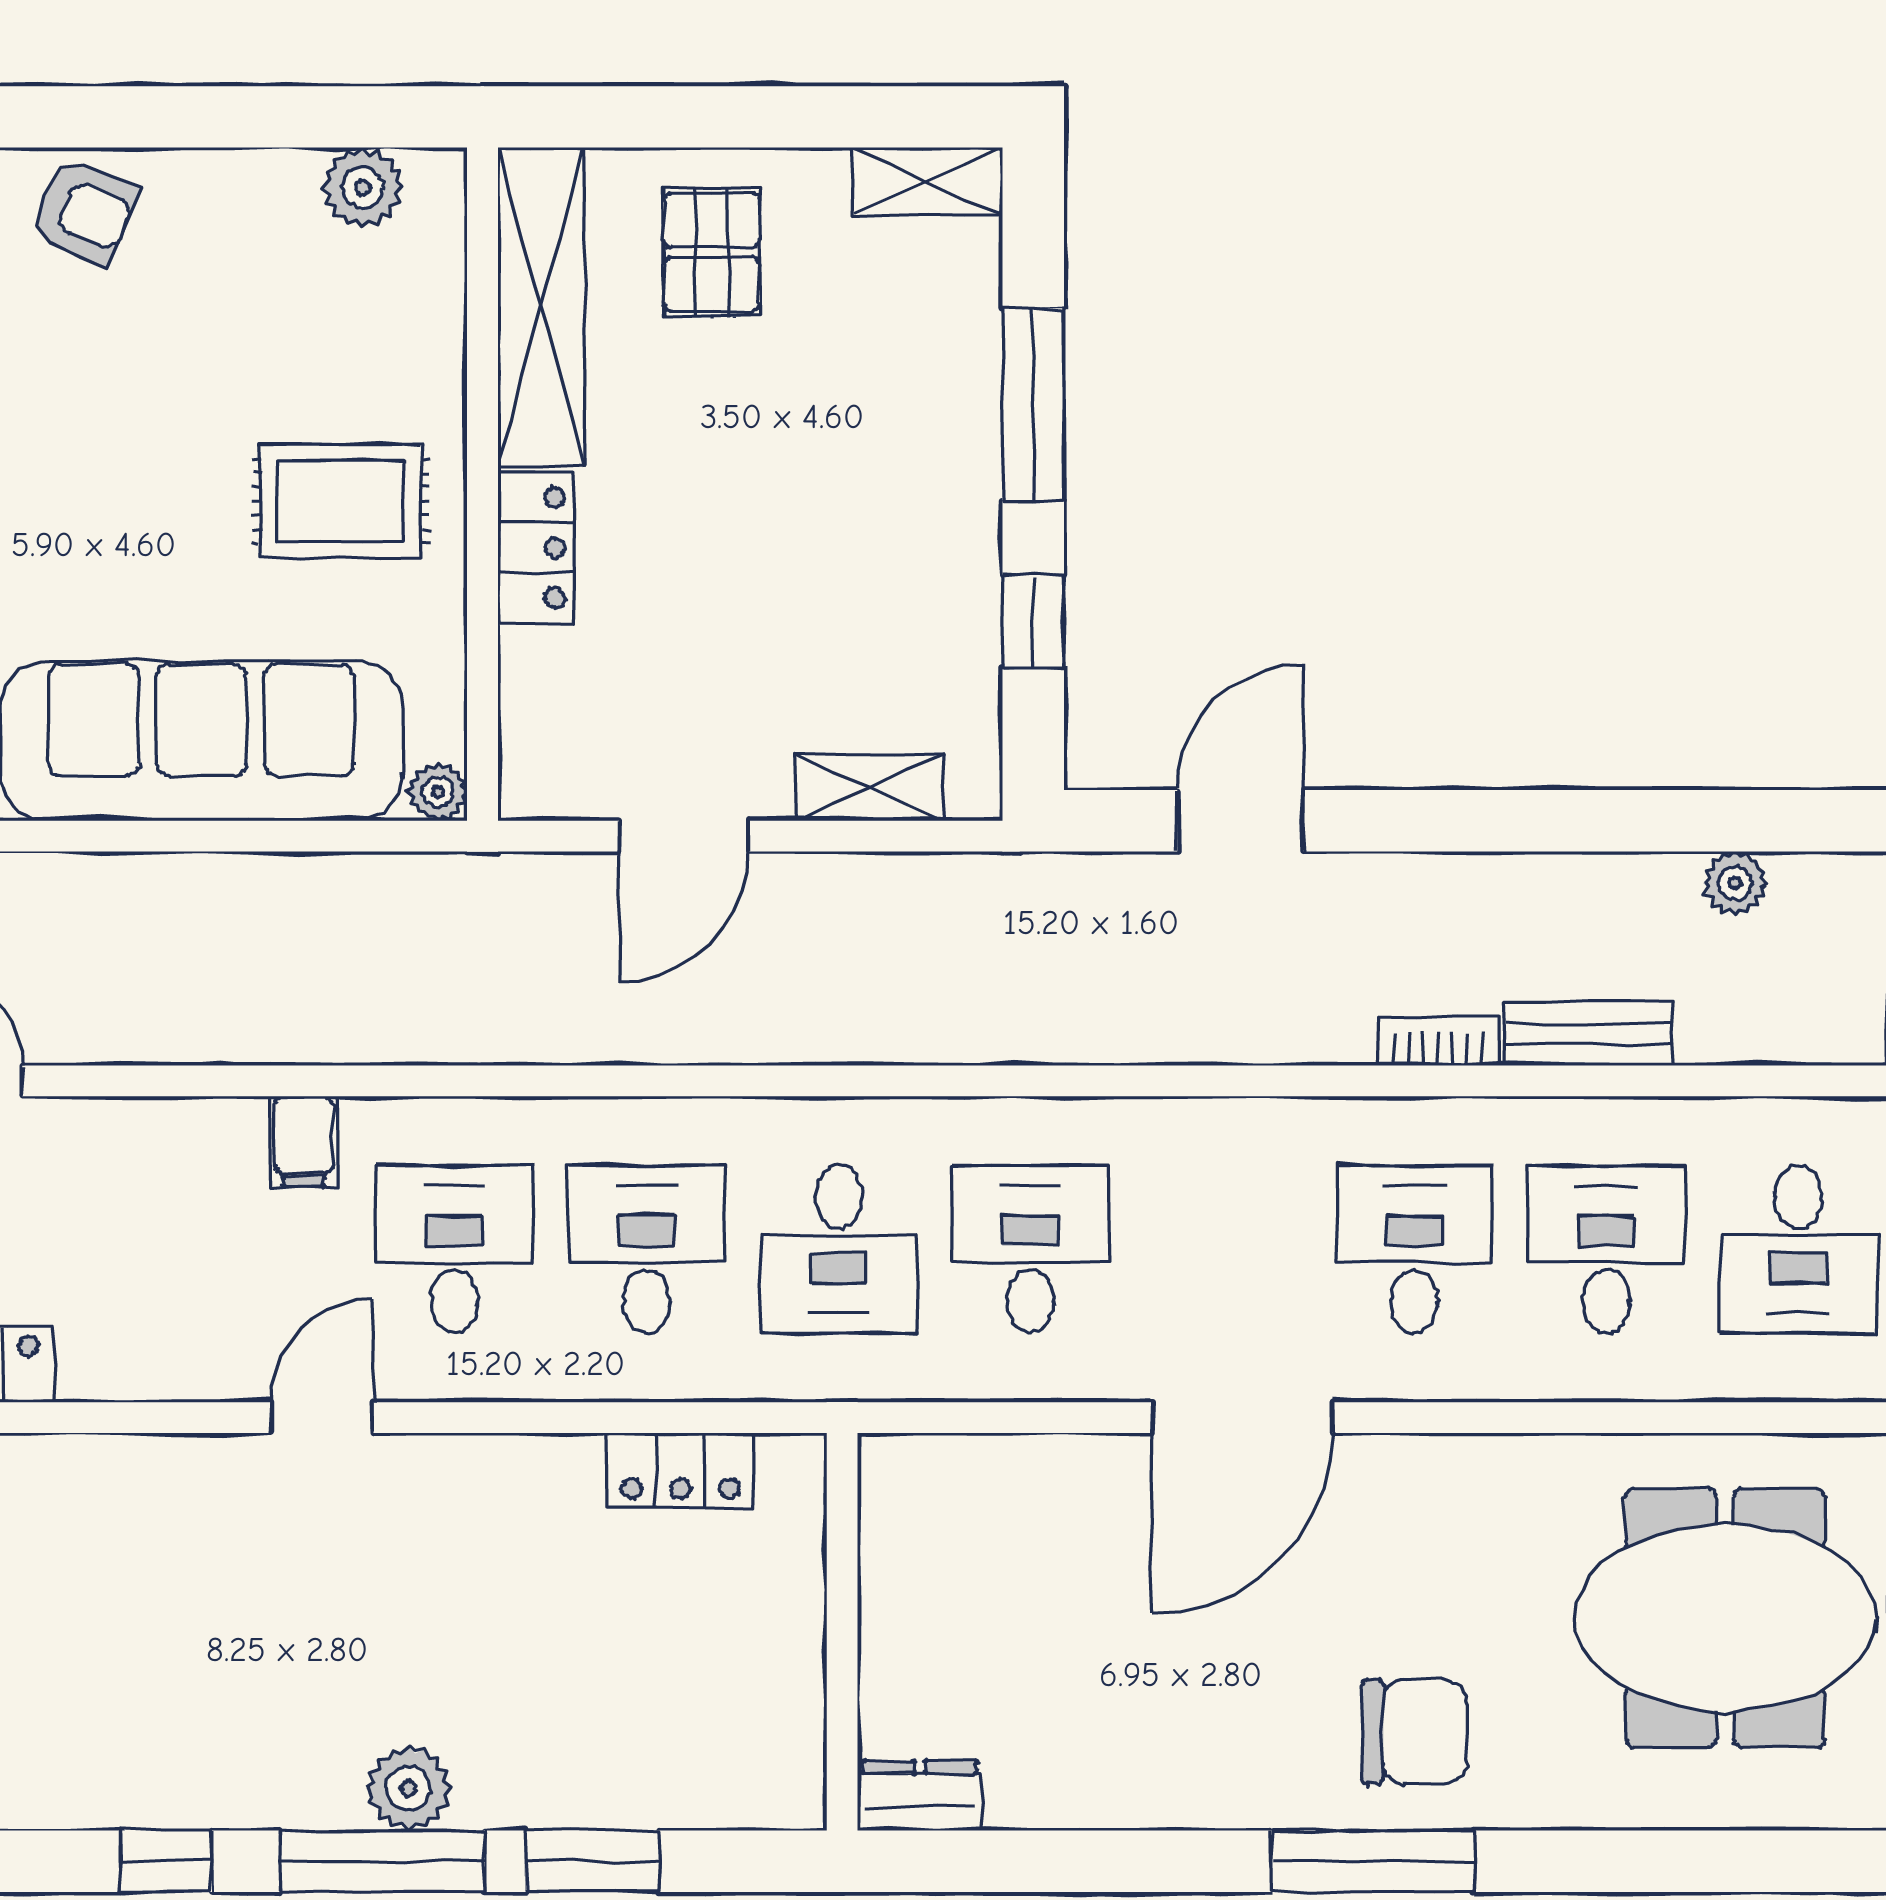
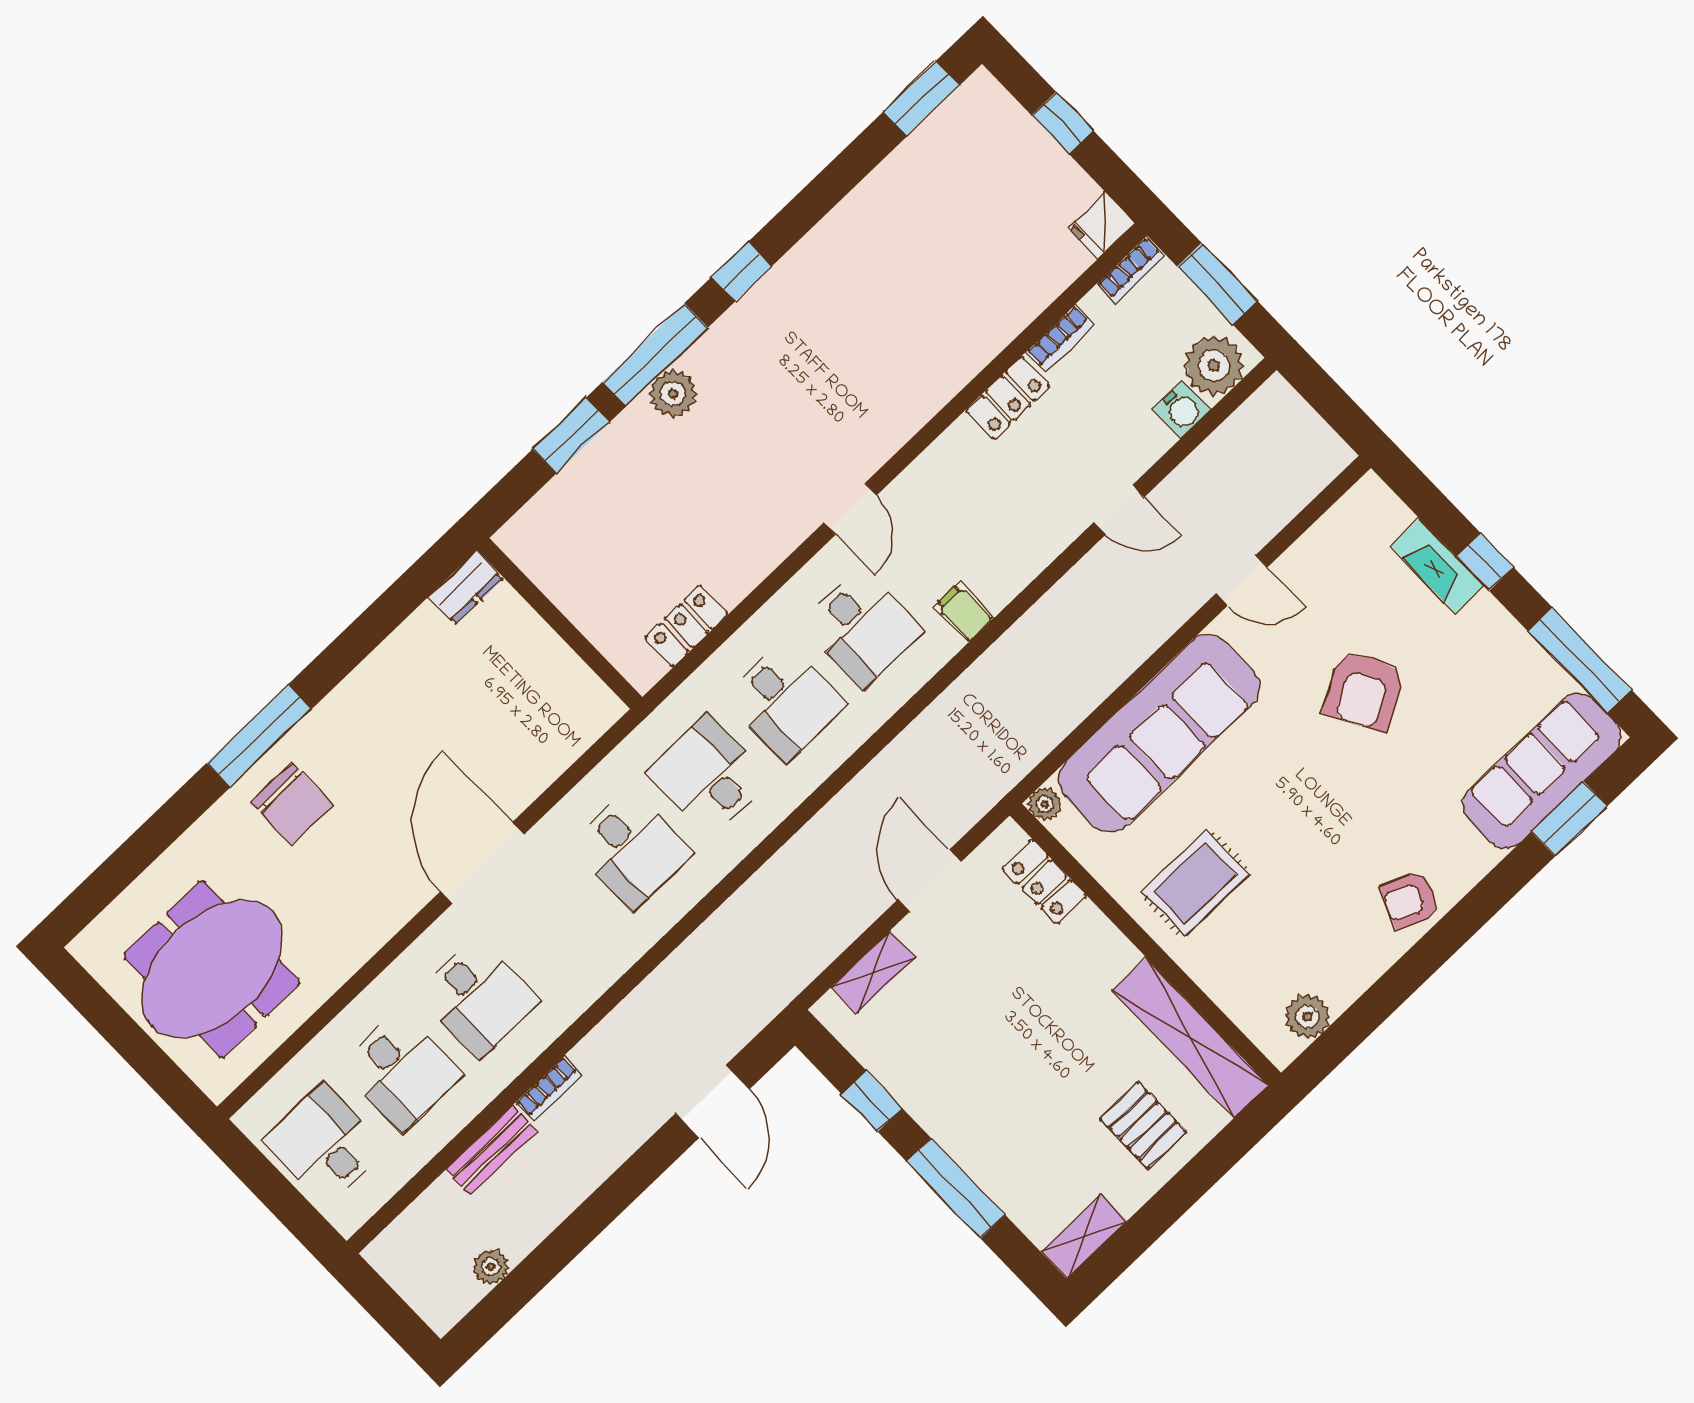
locker: (536, 548) -> (1044, 882), moved
chair: (1415, 1732) -> (292, 804), turned -90

